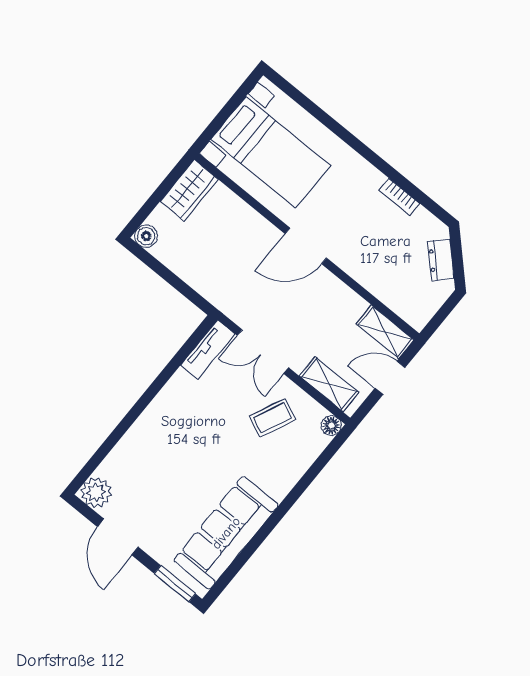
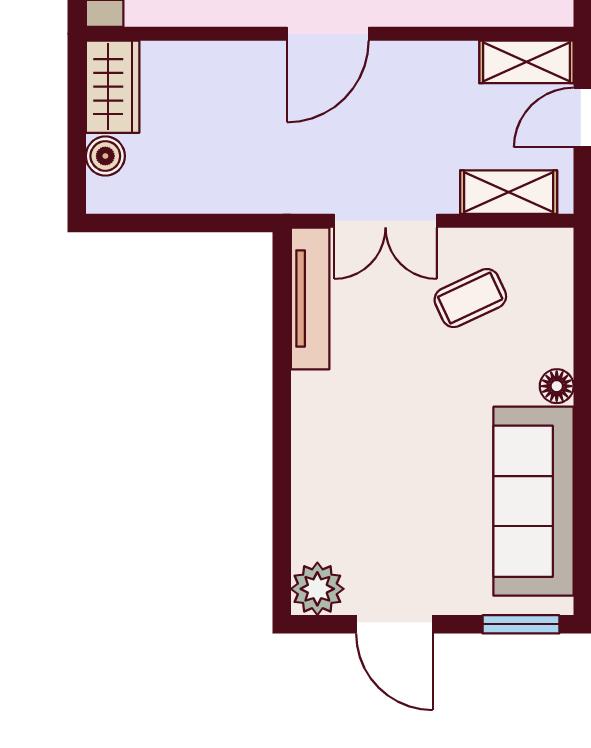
boiler: (146, 236) -> (105, 156), moved
tv unit: (208, 350) -> (310, 298), width x1.41
coffee table: (273, 418) -> (470, 298), turned 41
floor lamp: (331, 426) -> (557, 386), moved

